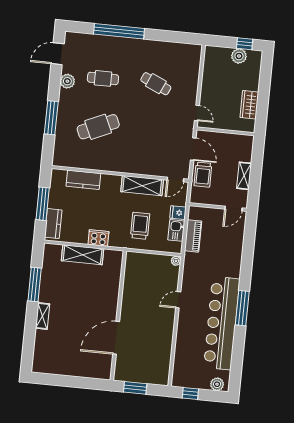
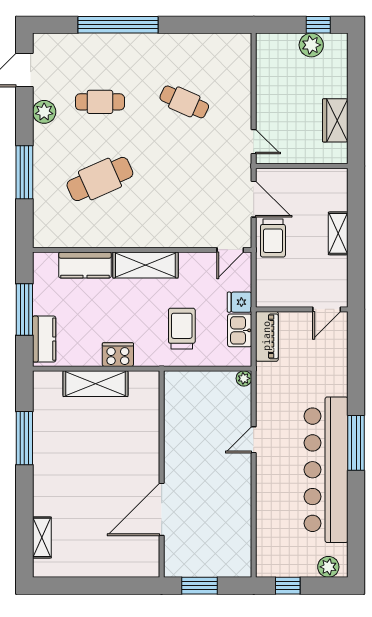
shelving: (142, 186) -> (145, 265), moved
wall: (218, 207) -> (302, 309), moved
door: (234, 209) -> (327, 309), moved
shelving: (43, 316) -> (42, 537), moved

